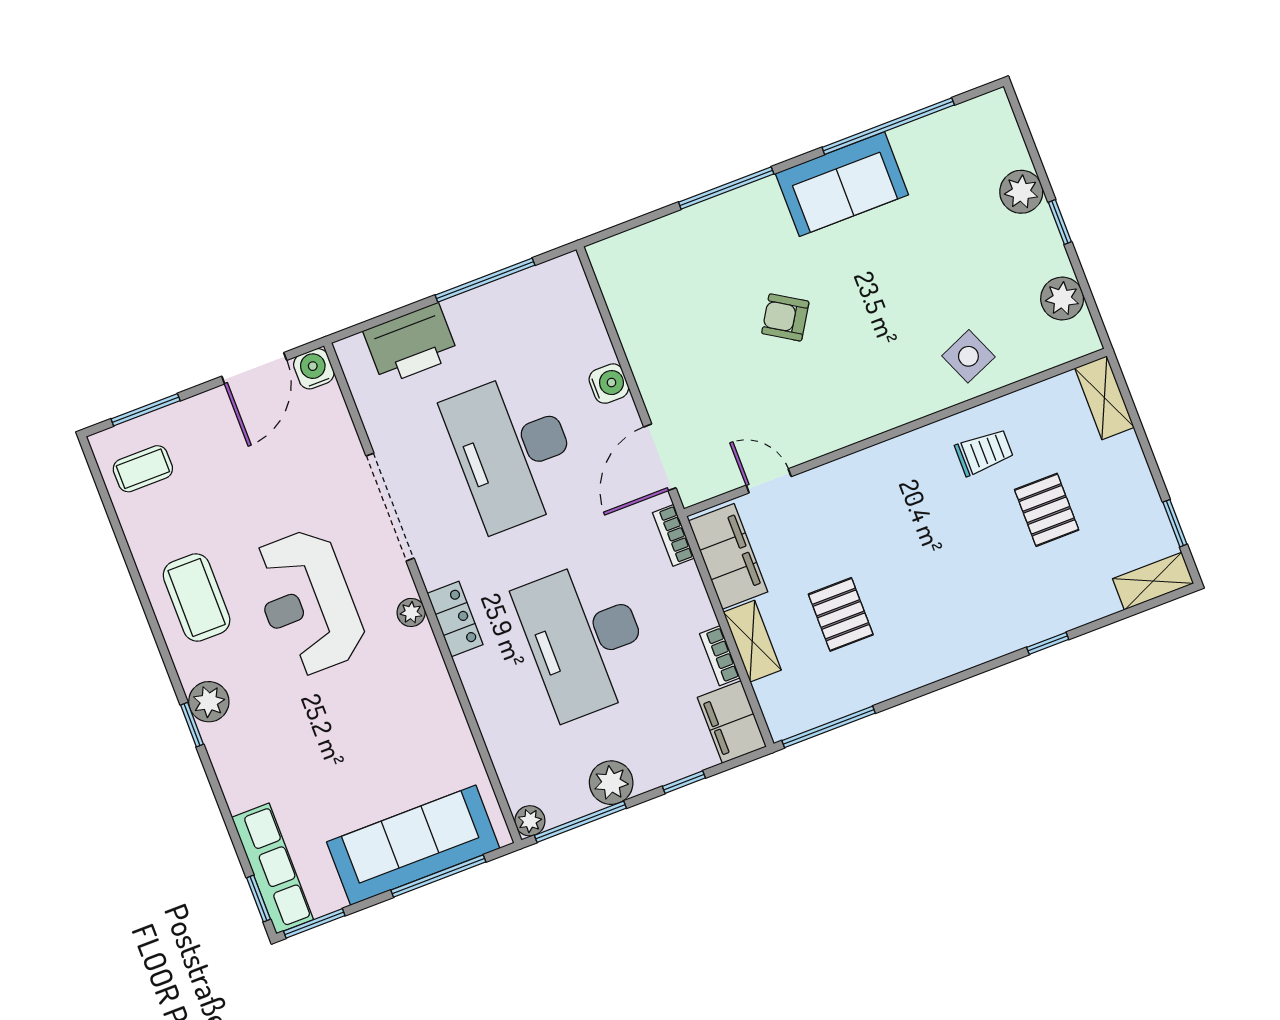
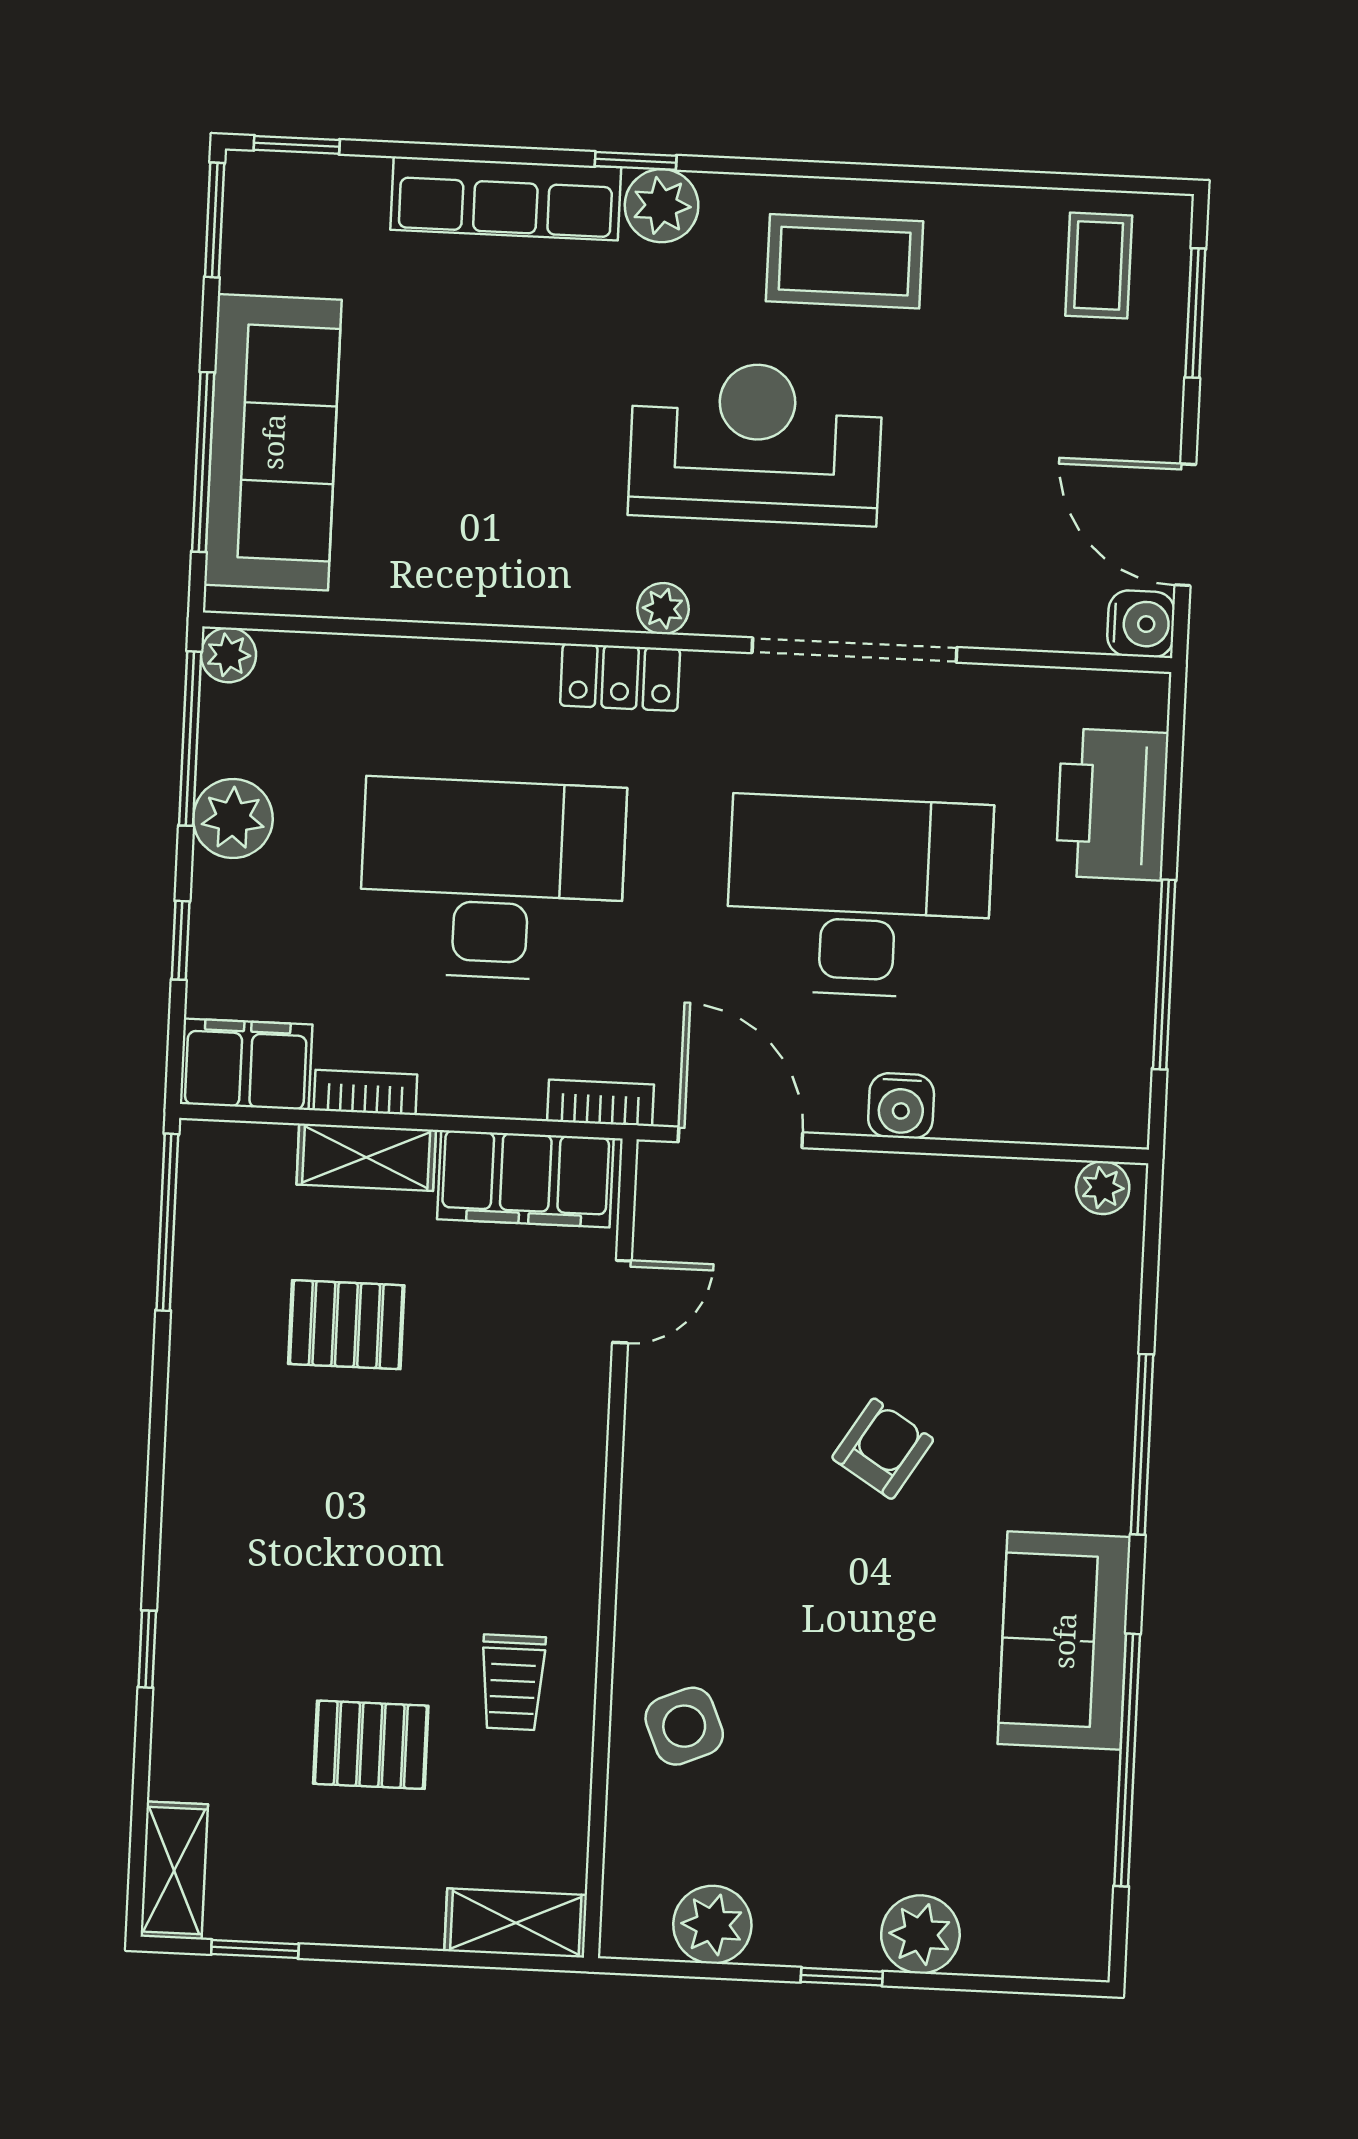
plant: (606, 264) -> (1103, 1188), added
row of seats: (273, 868) -> (506, 198), moved

